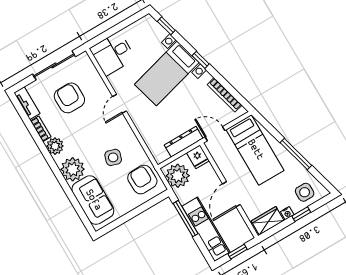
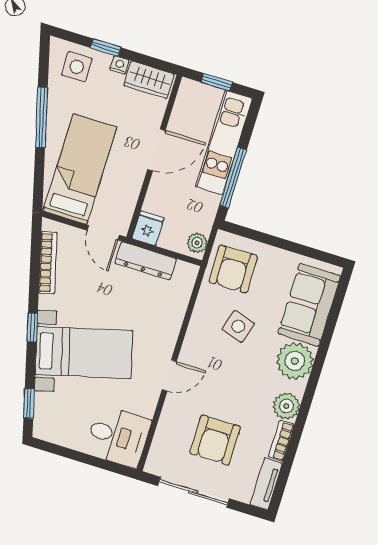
plant: (178, 176) -> (197, 243), width x0.53, depth x0.53

